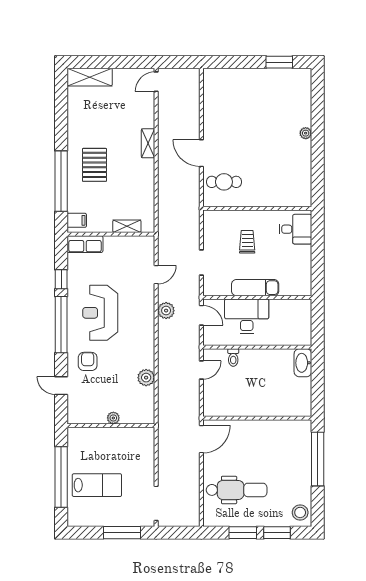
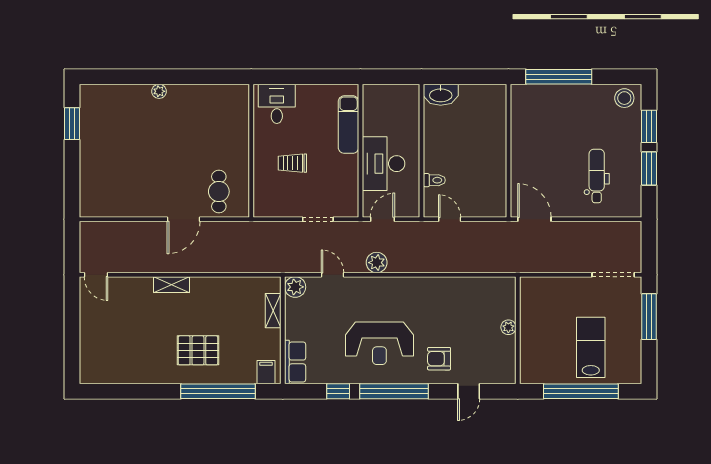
shelving: (90, 77) -> (90, 356), removed
exam couch: (255, 288) -> (349, 125), moved
plant: (146, 378) -> (295, 287), moved
dental chair: (237, 490) -> (597, 176), width x0.73, depth x0.72

